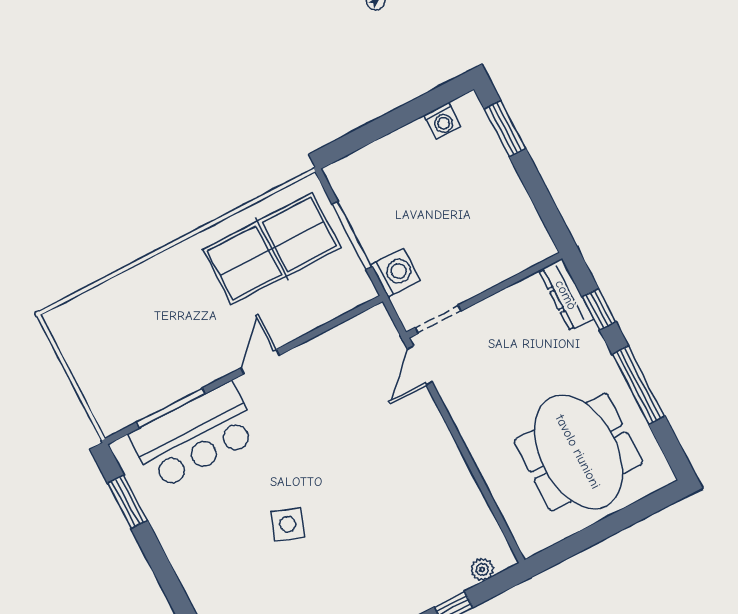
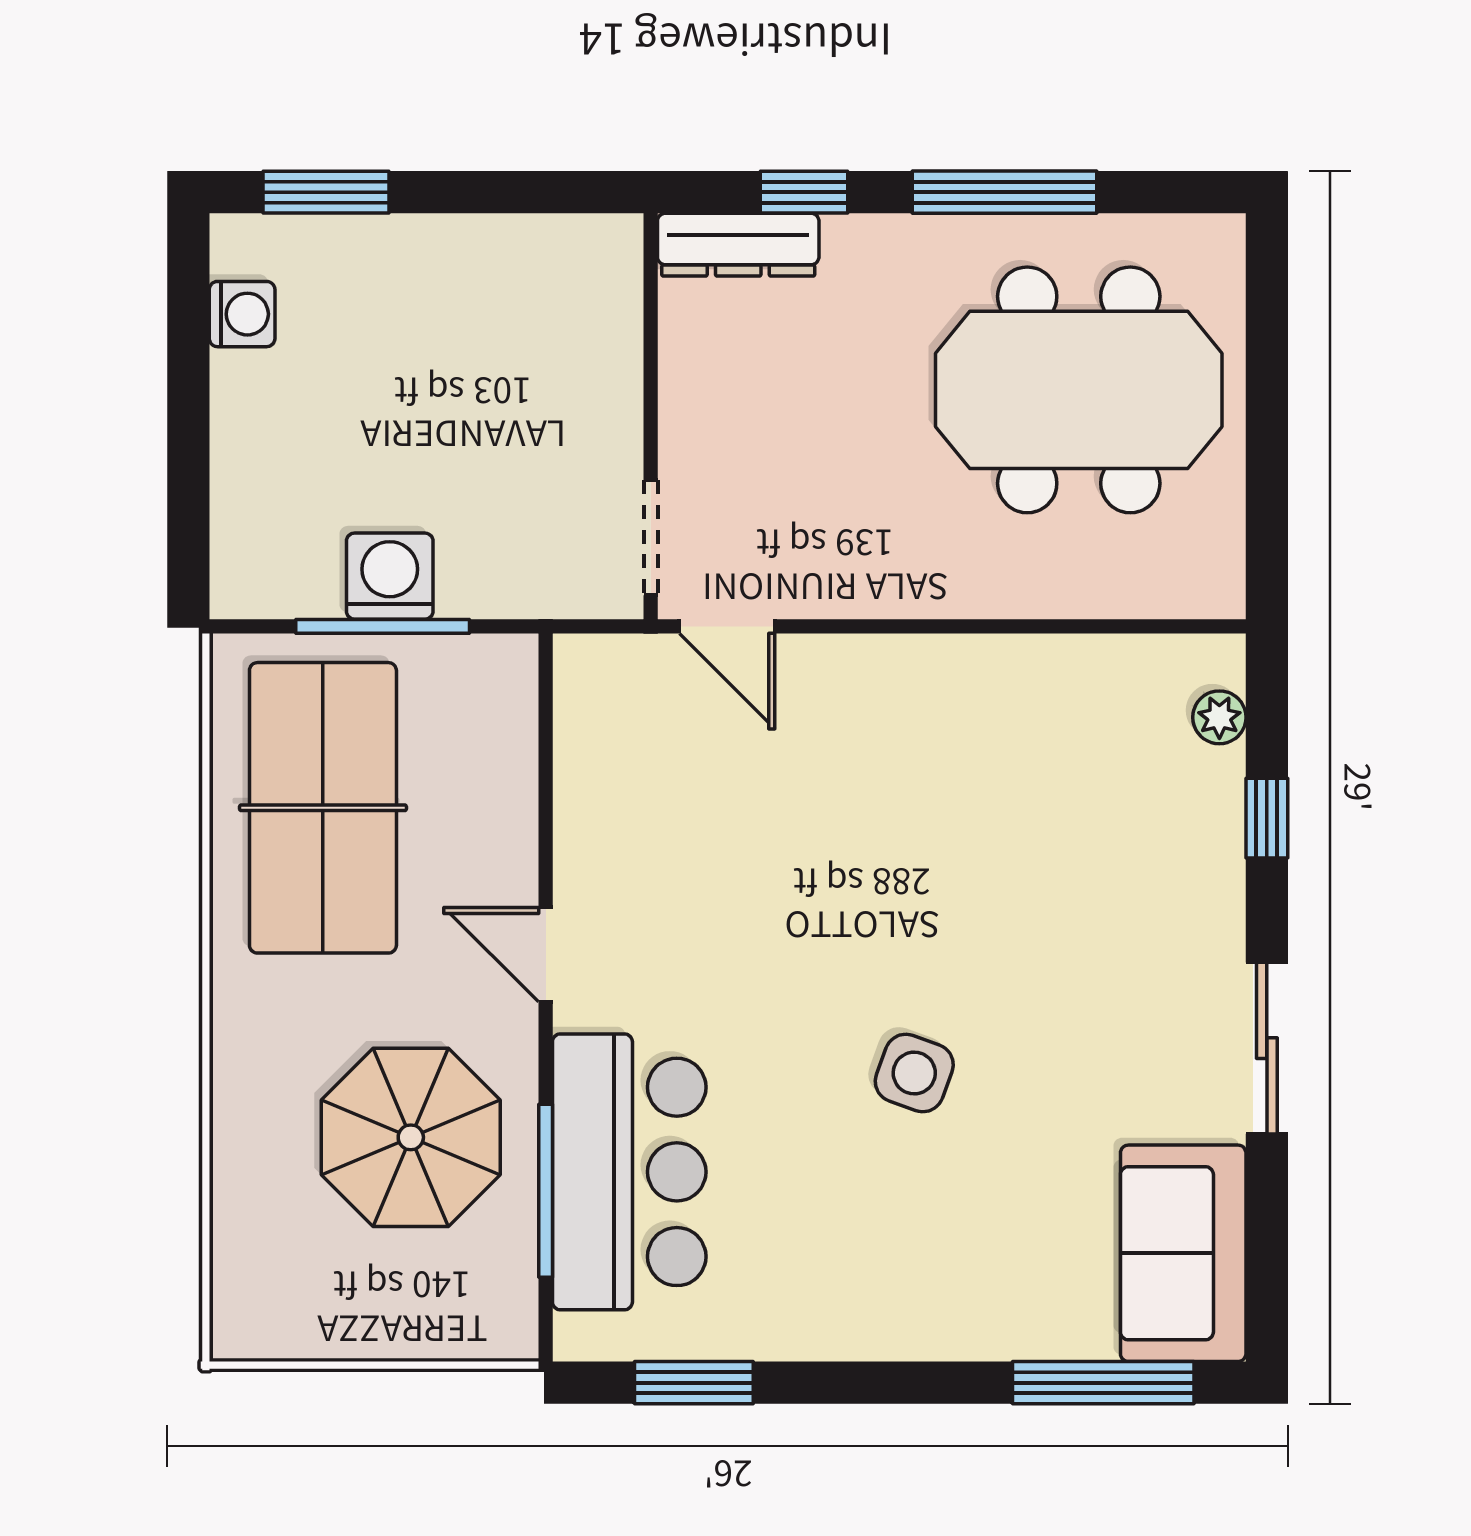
washing machine: (396, 273) -> (390, 576), moved
parasol: (164, 347) -> (411, 1137), added

